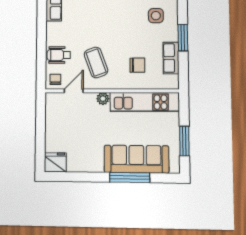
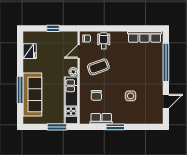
side table: (156, 16) -> (131, 96), moved
door: (74, 91) -> (79, 51), swing flipped
window: (40, 128) -> (53, 28), added
window: (184, 141) -> (57, 127), moved
fridge: (55, 162) -> (30, 51), moved

